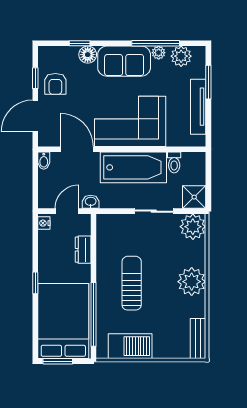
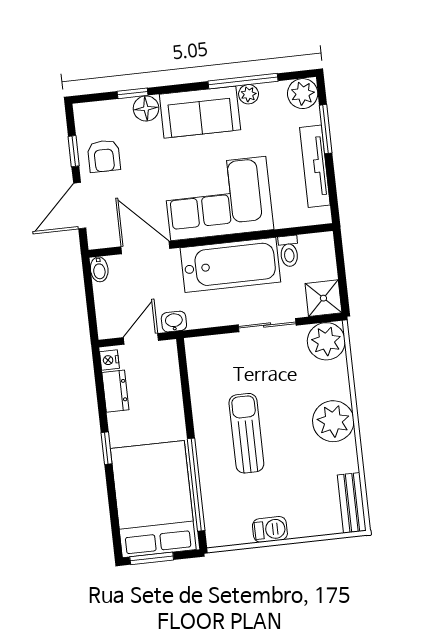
plant: (181, 56) -> (303, 94), moved
dresser: (83, 250) -> (115, 391), moved, turned 180
barbecue: (130, 346) -> (270, 529), width x0.53, depth x0.65

